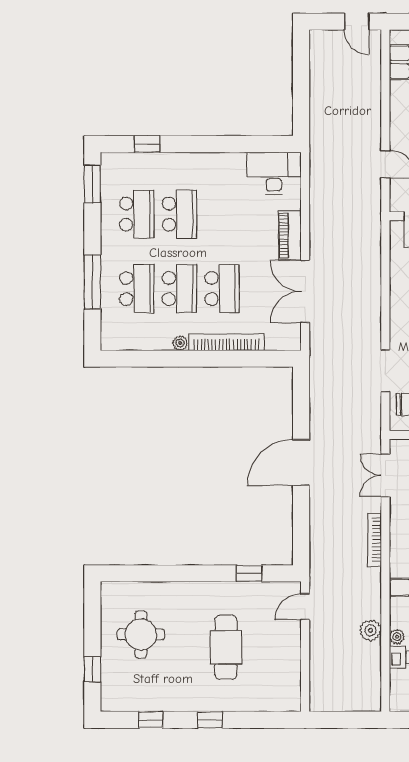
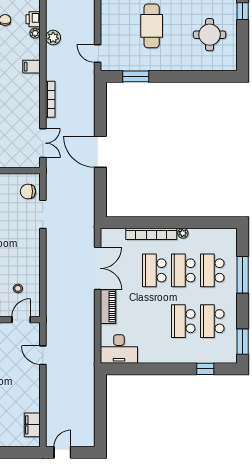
door: (357, 22) -> (62, 452), hinge flipped
door: (301, 462) -> (100, 152), swing flipped
window: (249, 573) -> (136, 76), width x1.50
door: (305, 607) -> (98, 54), swing flipped

